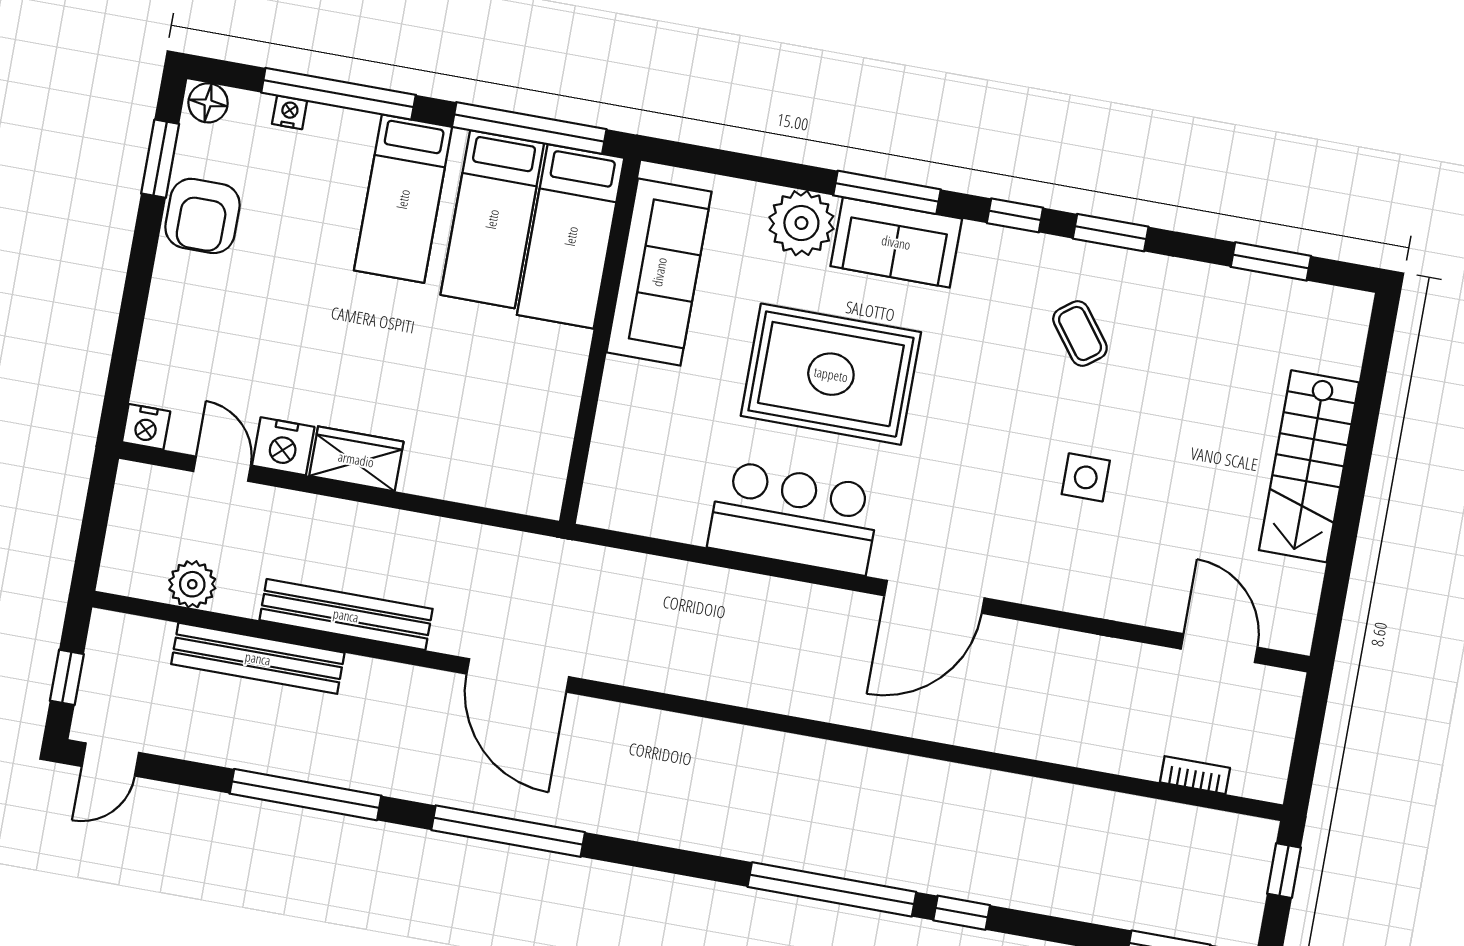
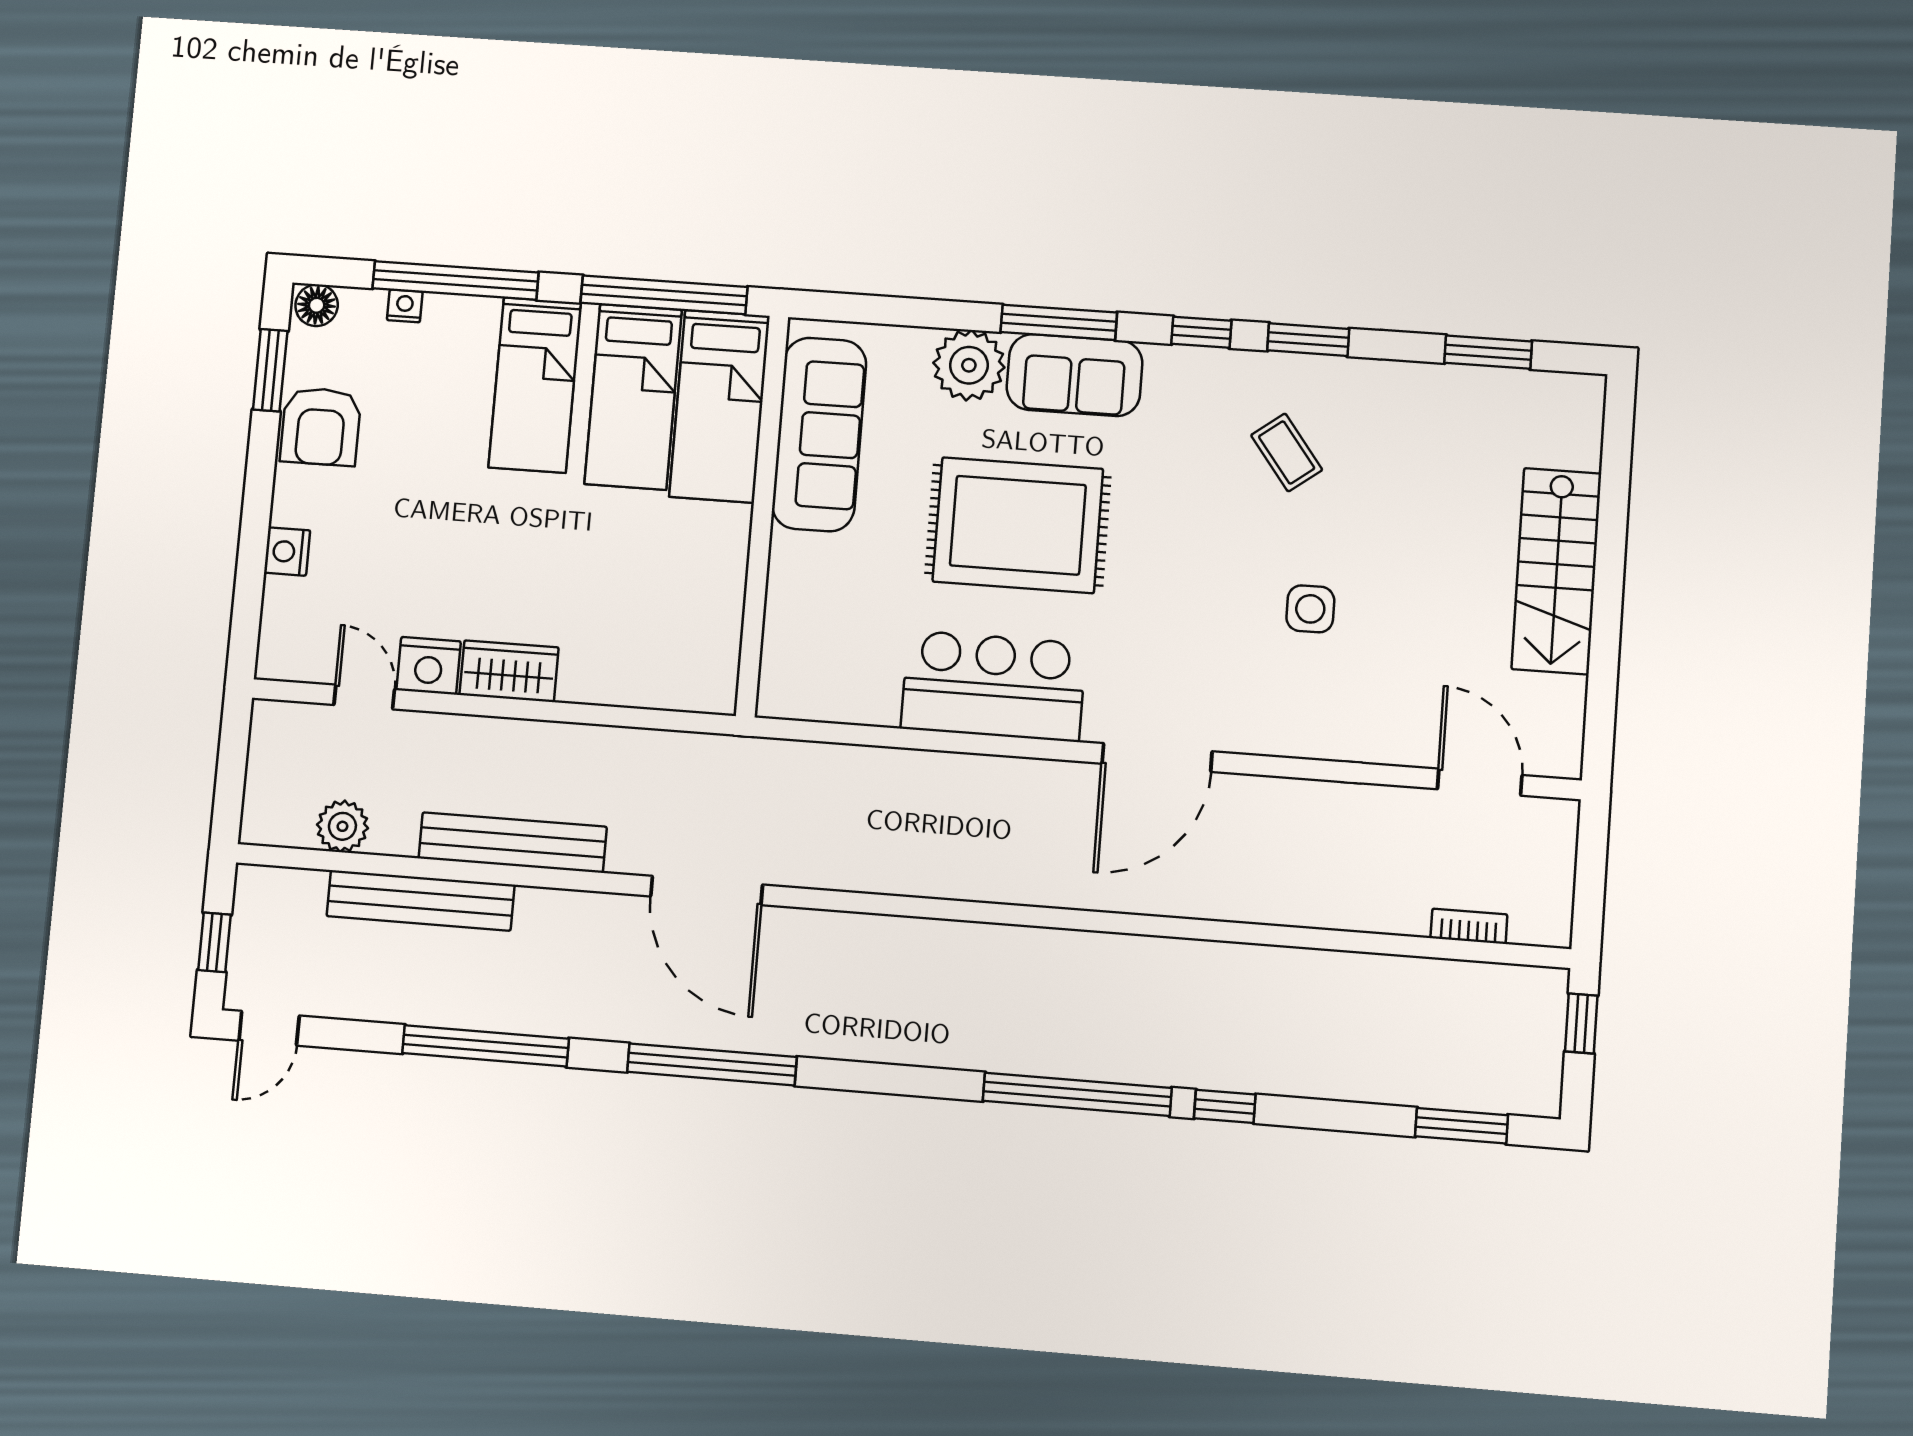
nightstand: (146, 427) -> (287, 552), moved, turned 90

